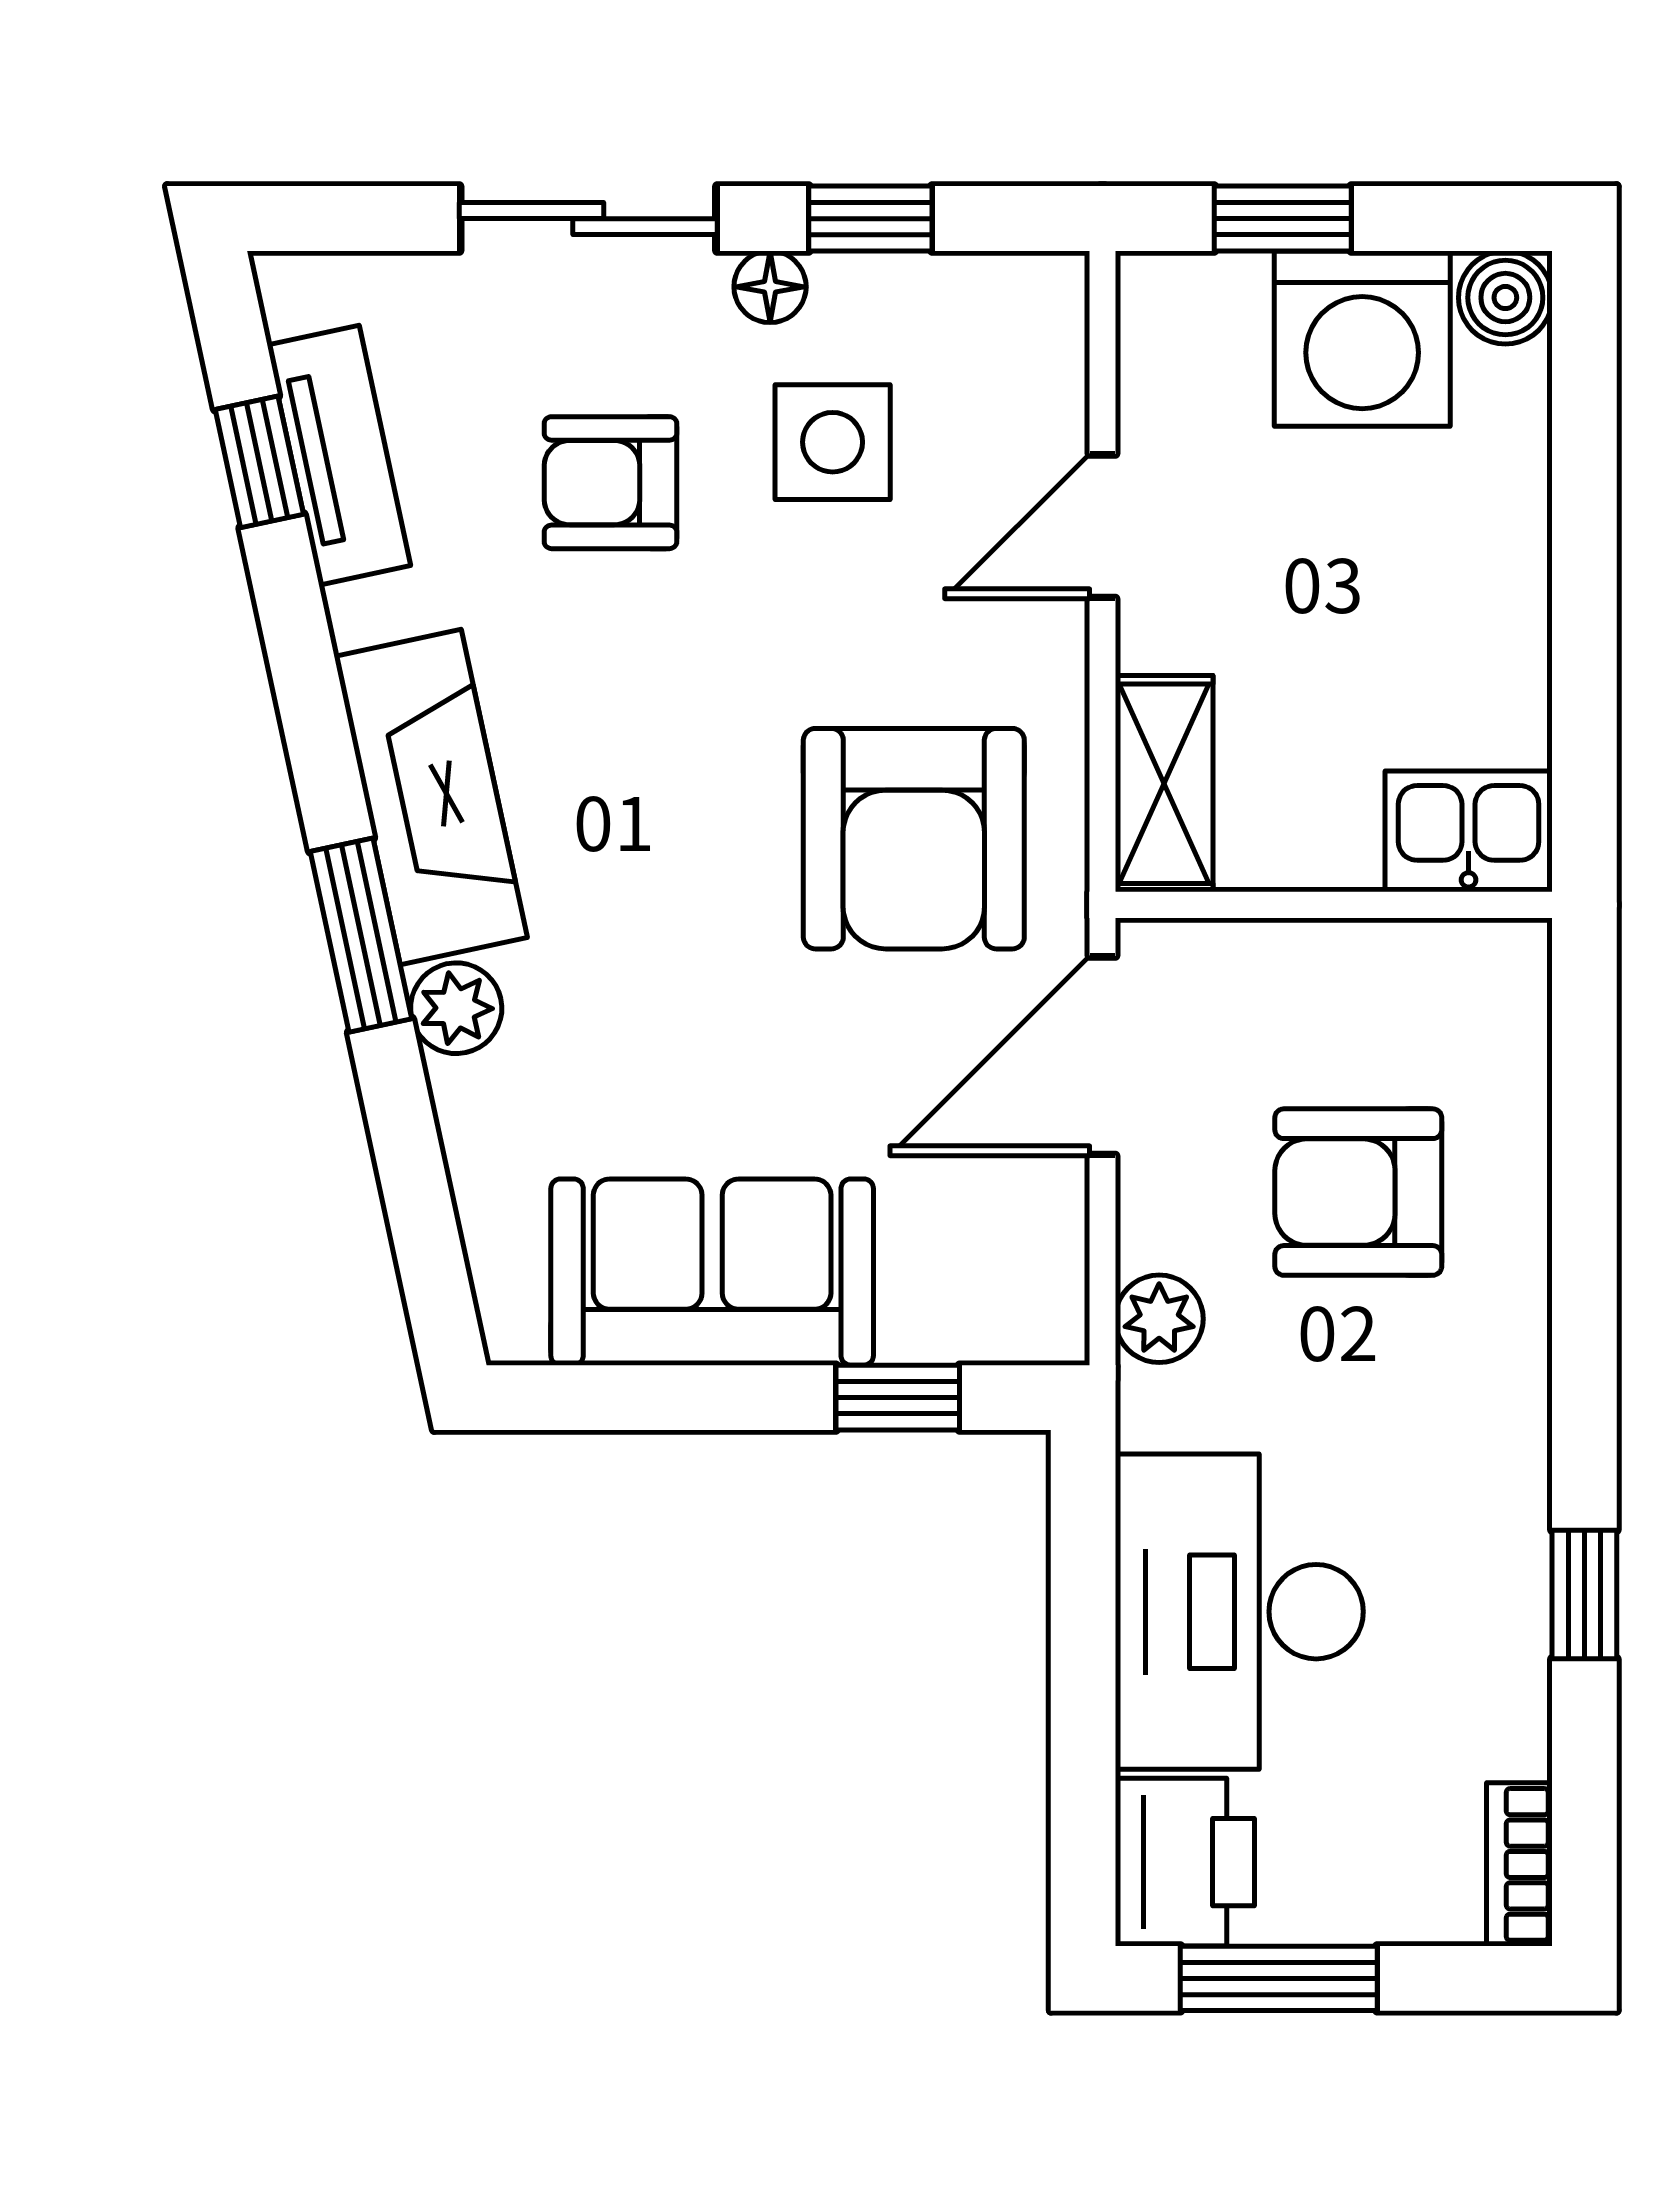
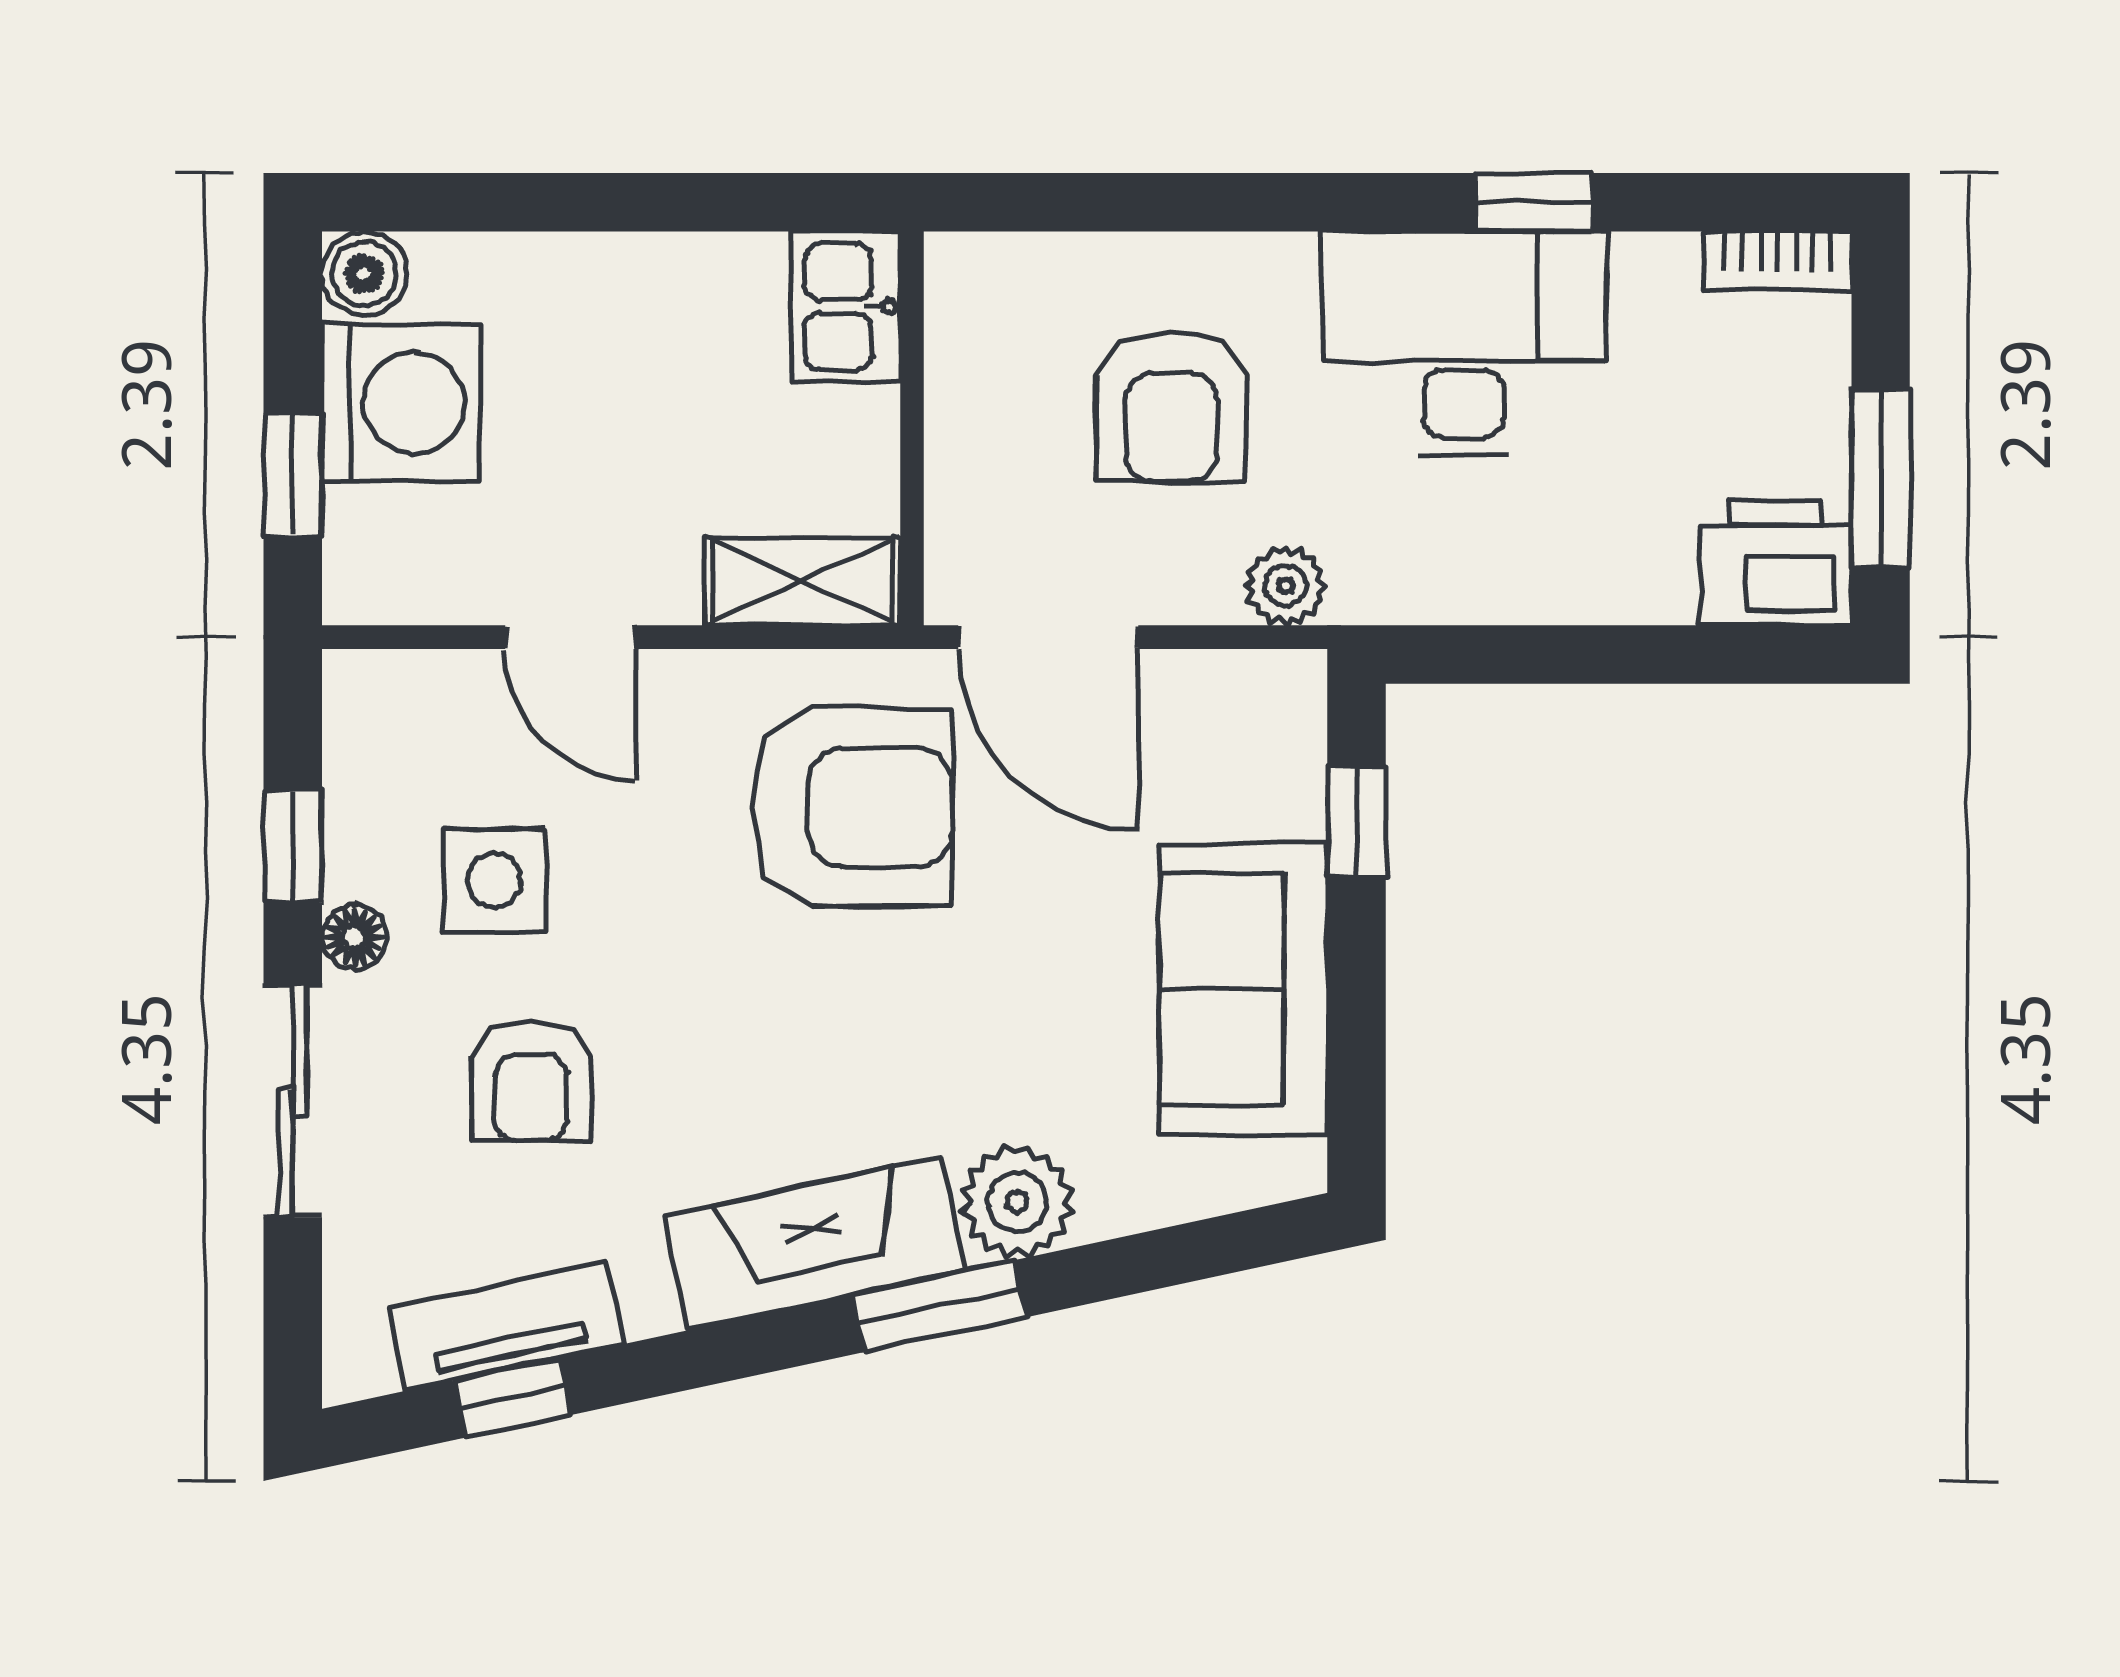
plant: (456, 1008) -> (1017, 1202), width x1.38, depth x1.38
desk: (1239, 1612) -> (1464, 343), moved, turned 180

